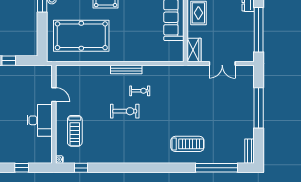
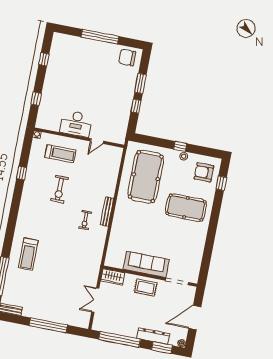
exercise bike: (125, 111) -> (60, 189), moved
treadmill: (75, 131) -> (60, 154), turned 180
window: (81, 168) -> (22, 173), moved

